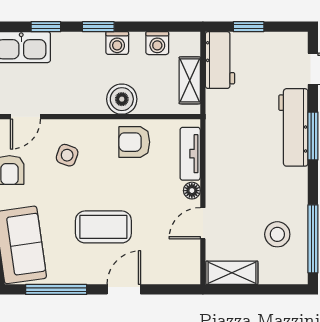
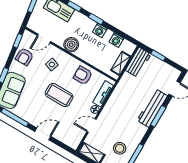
boiler: (122, 99) -> (71, 45), moved
coffee table: (103, 227) -> (59, 95), moved

